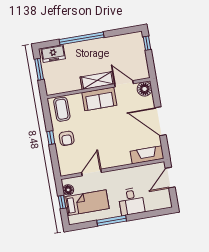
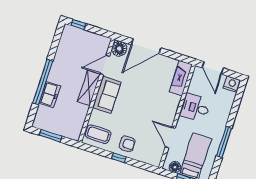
freezer: (53, 53) -> (50, 94), moved
door: (160, 121) -> (146, 46), moved
desk: (131, 201) -> (195, 108), moved, turned 180
nightstand: (165, 201) -> (232, 84), added

